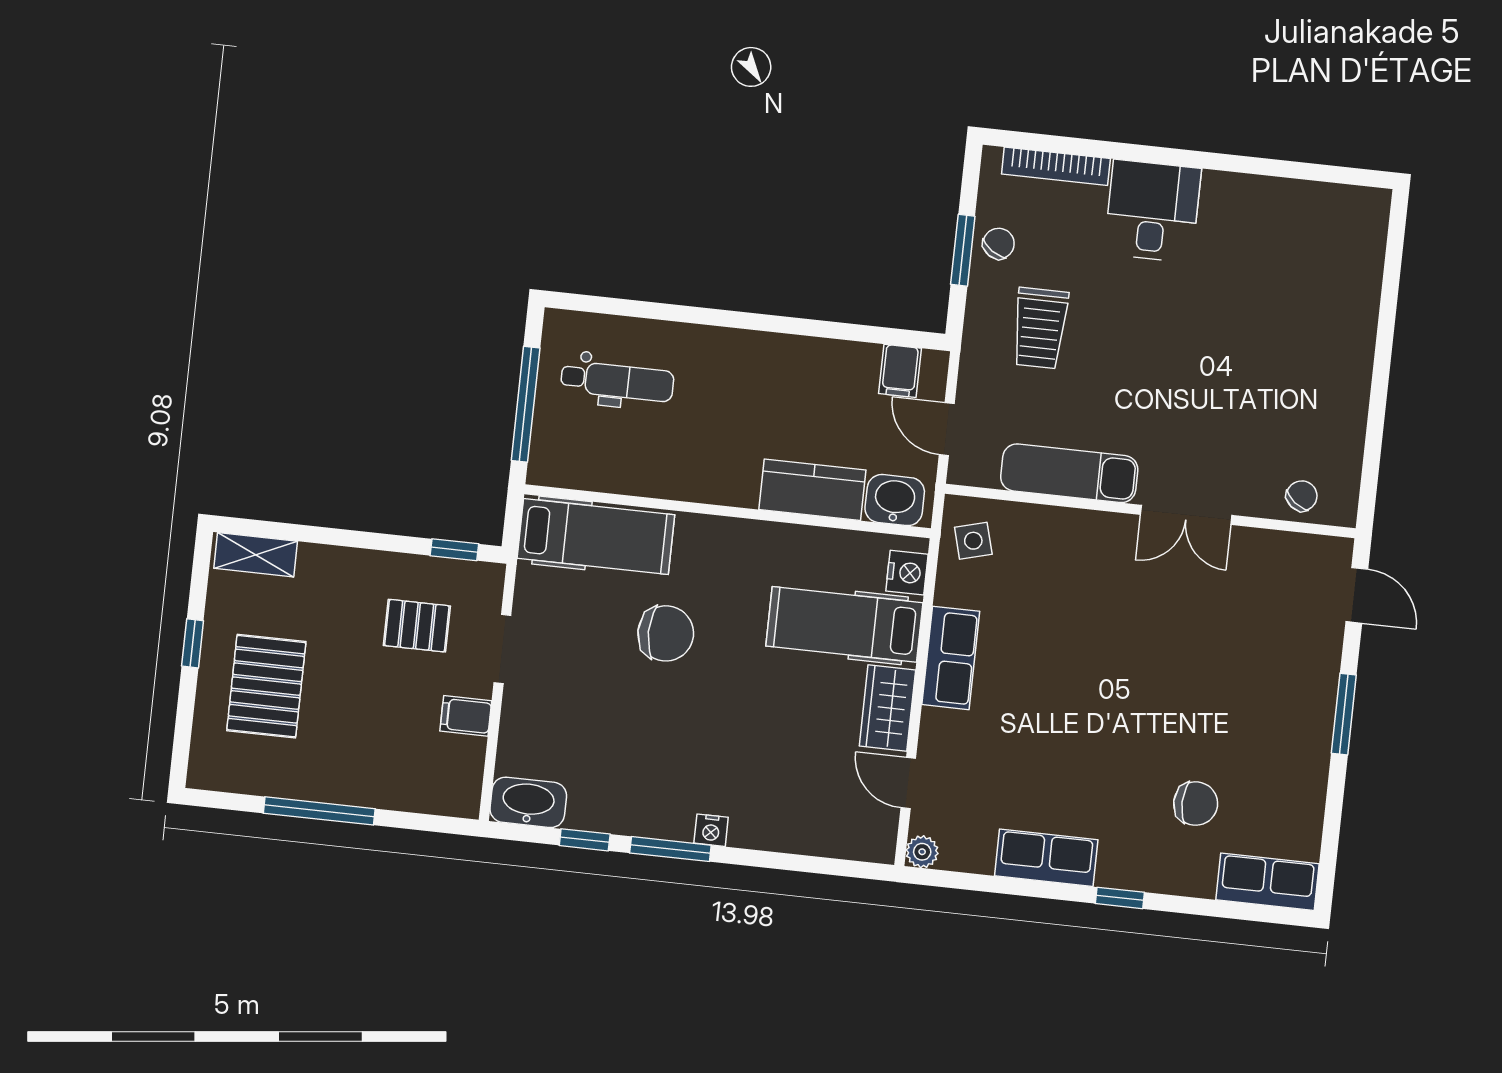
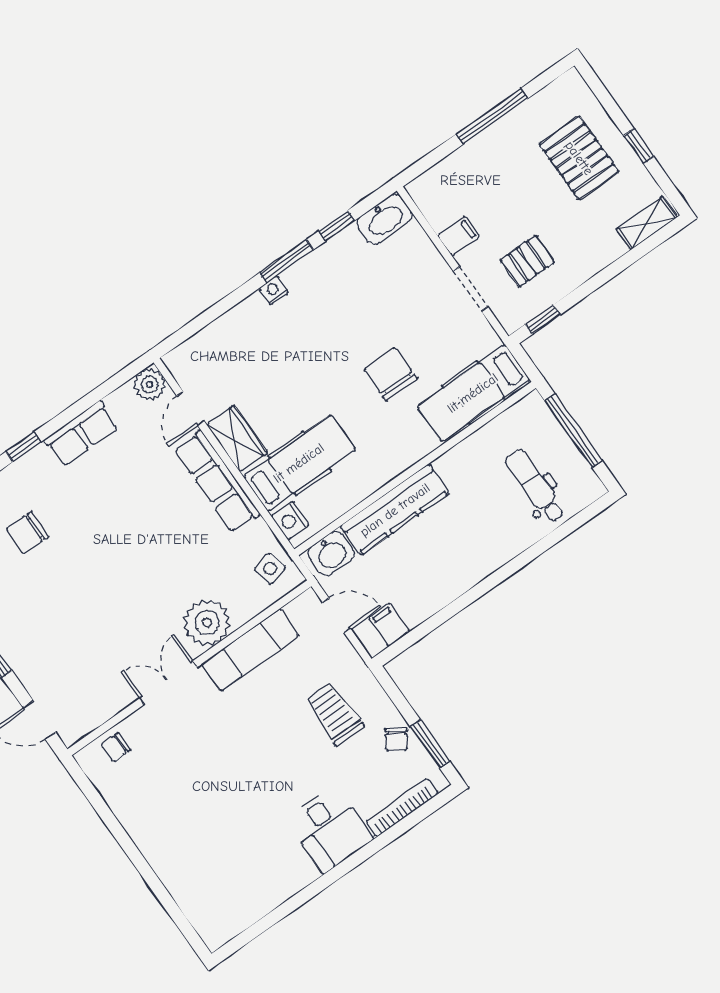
window: (963, 250) -> (430, 744), moved
dental chair: (617, 381) -> (535, 486), turned 90
kitchen counter: (812, 490) -> (395, 510), width x1.50
chair: (1302, 496) -> (116, 747), turned 52
plant: (1090, 542) -> (207, 623), added
chair: (666, 633) -> (391, 374), turned 90
row of seats: (951, 658) -> (217, 482), width x1.48
door: (908, 783) -> (190, 408), swing flipped
plant: (922, 852) -> (150, 384), width x1.38, depth x1.38

